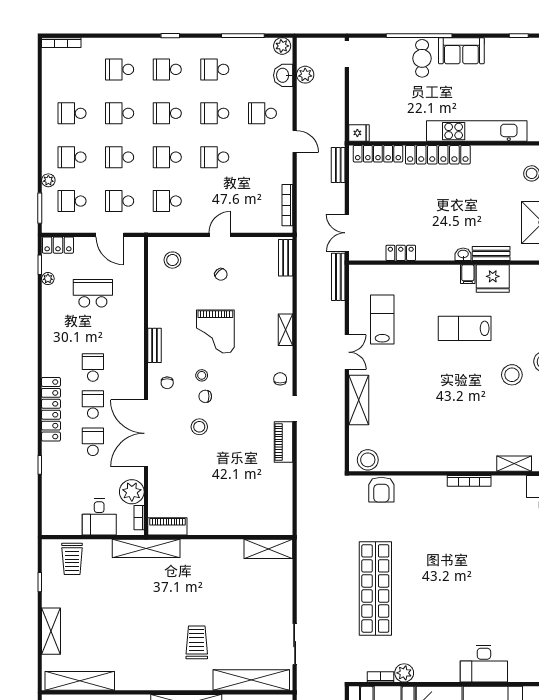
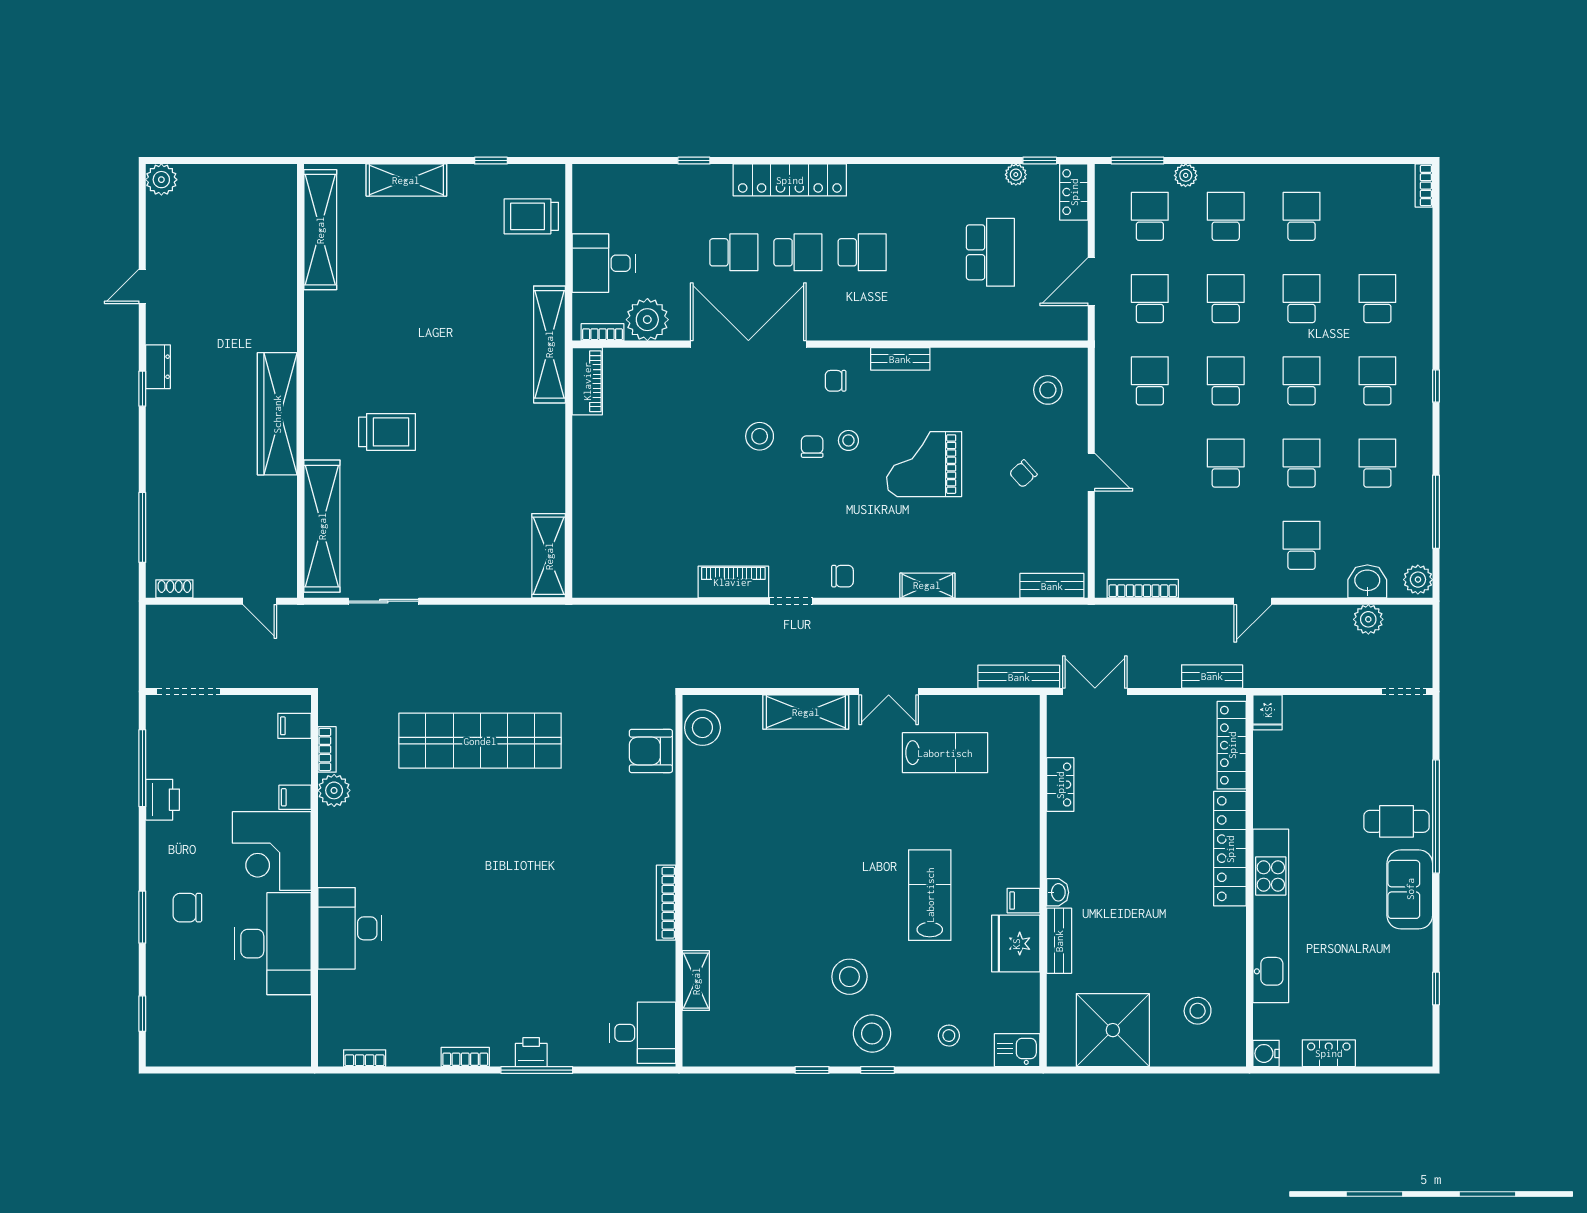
bookcase: (61, 43) -> (1424, 186), width x0.64

